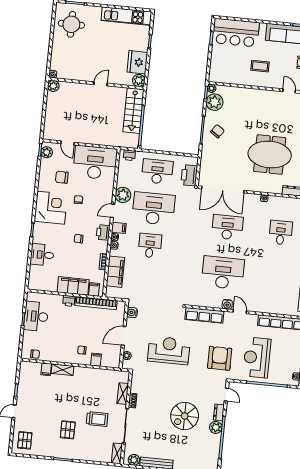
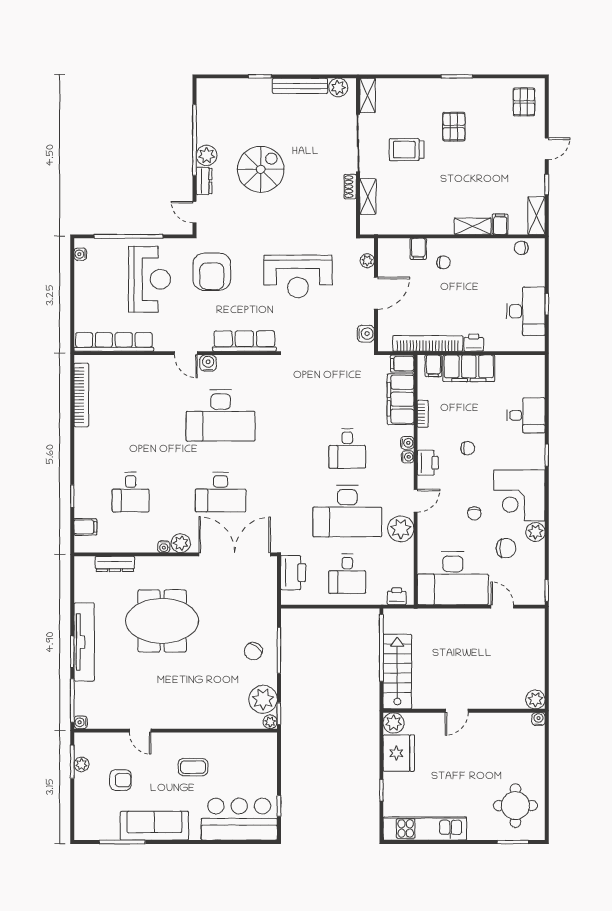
plant: (47, 152) -> (535, 532), moved
desk: (157, 171) -> (347, 574), width x0.73
plant: (254, 199) -> (181, 543), added
filing cabinet: (119, 228) -> (402, 364), moved
shelving: (24, 372) -> (536, 216), added

